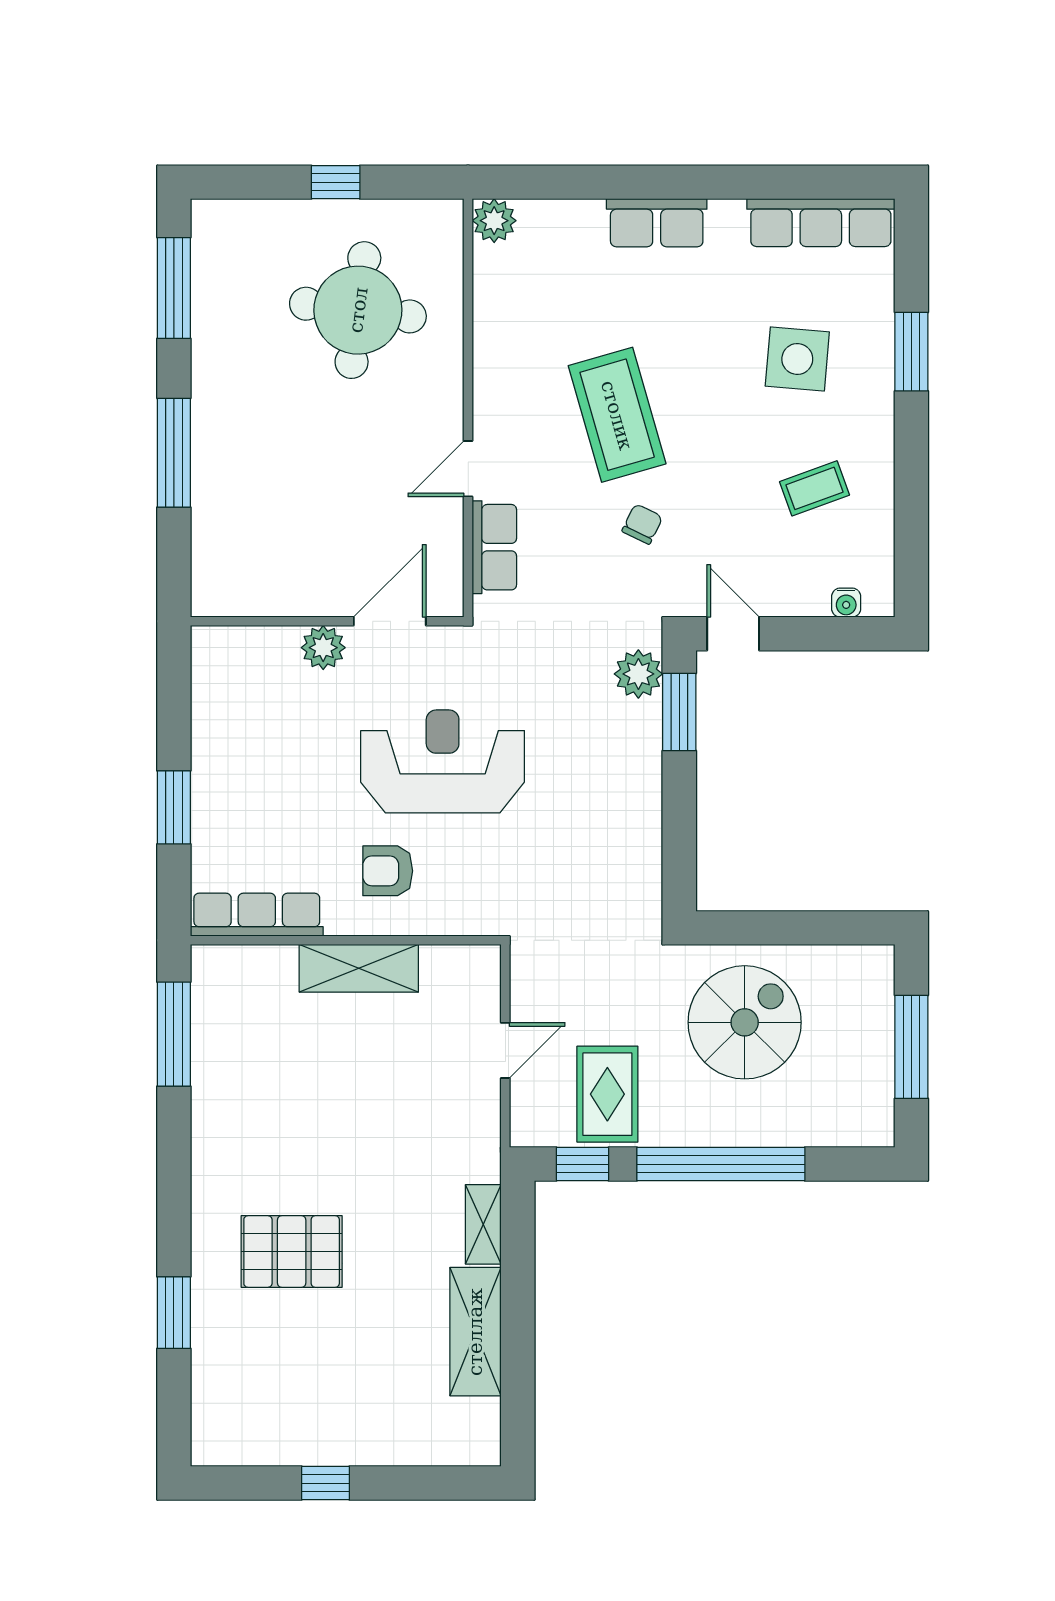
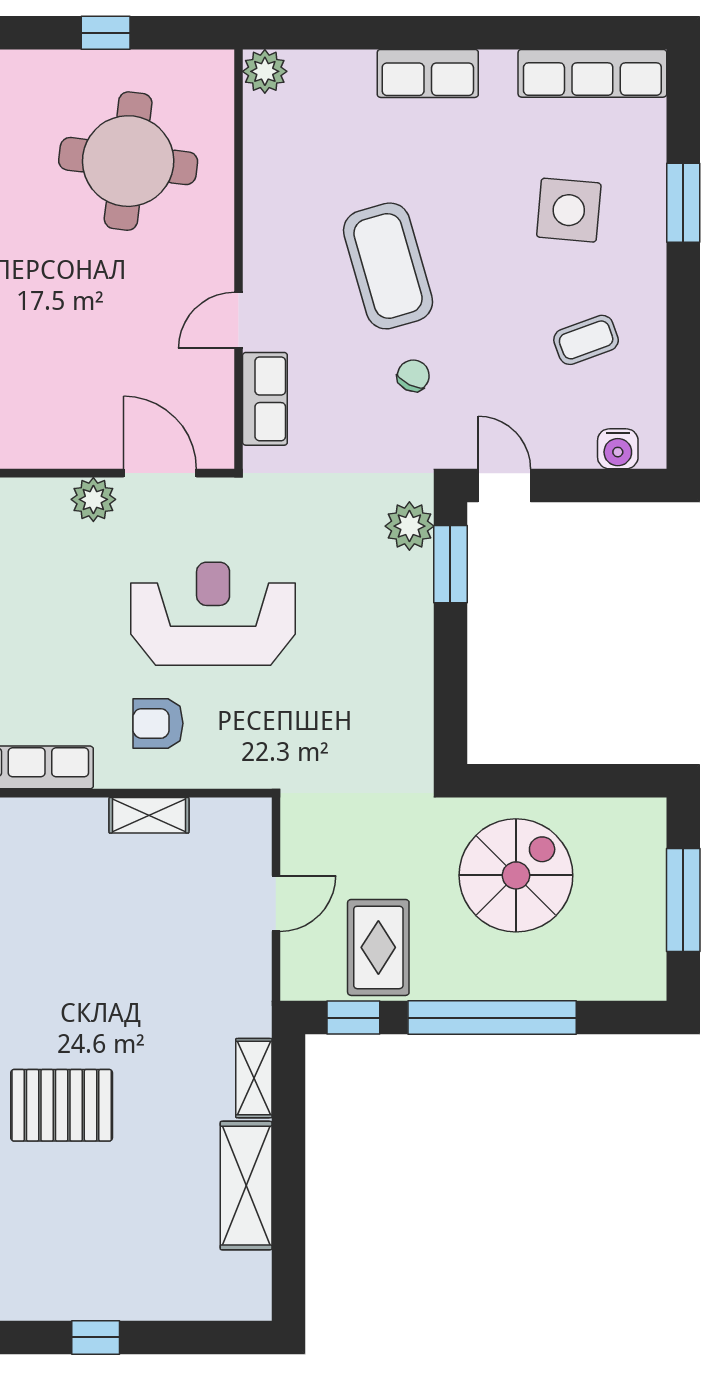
water cooler: (846, 603) -> (618, 449), width x1.38, depth x1.38
door: (390, 621) -> (160, 473), hinge flipped
shelving: (359, 968) -> (149, 815), width x0.67, depth x0.75

